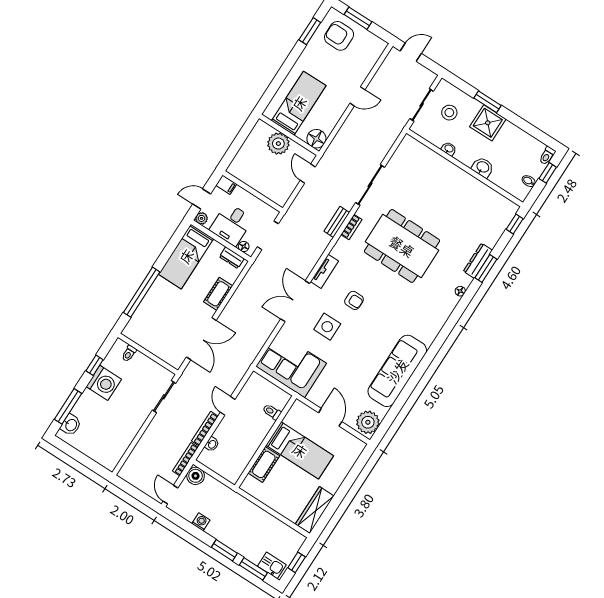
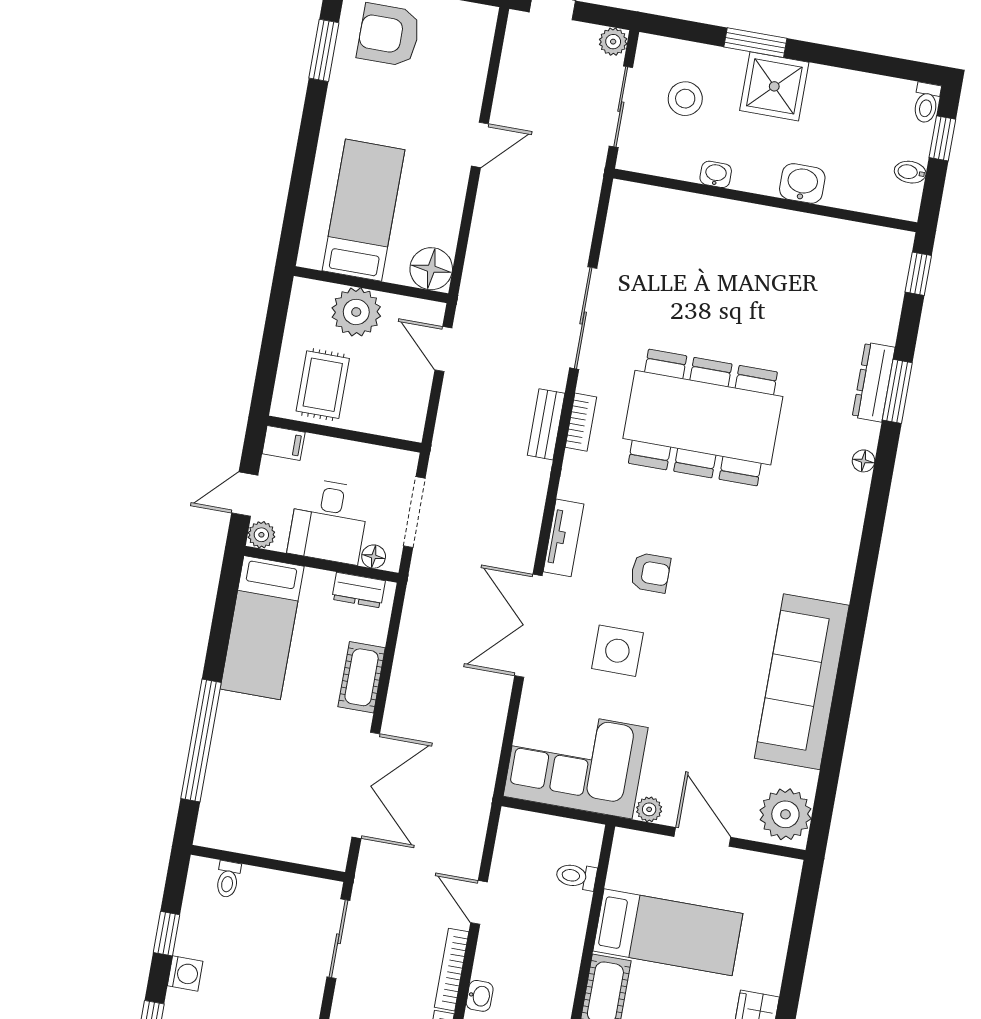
plant: (430, 77) -> (613, 42), added
rug: (252, 168) -> (323, 385), added
washing machine: (104, 383) -> (185, 973), width x0.53, depth x0.53
plant: (313, 397) -> (649, 809), added

